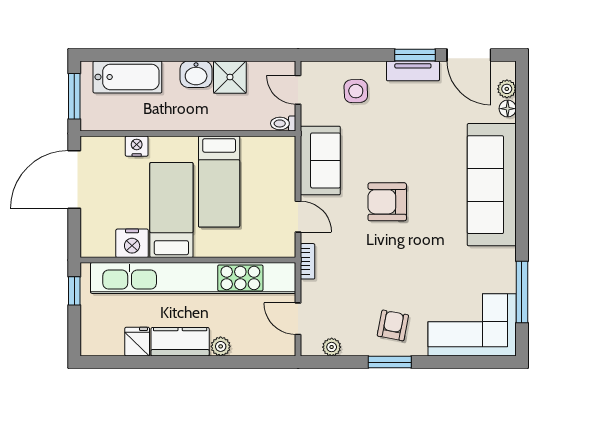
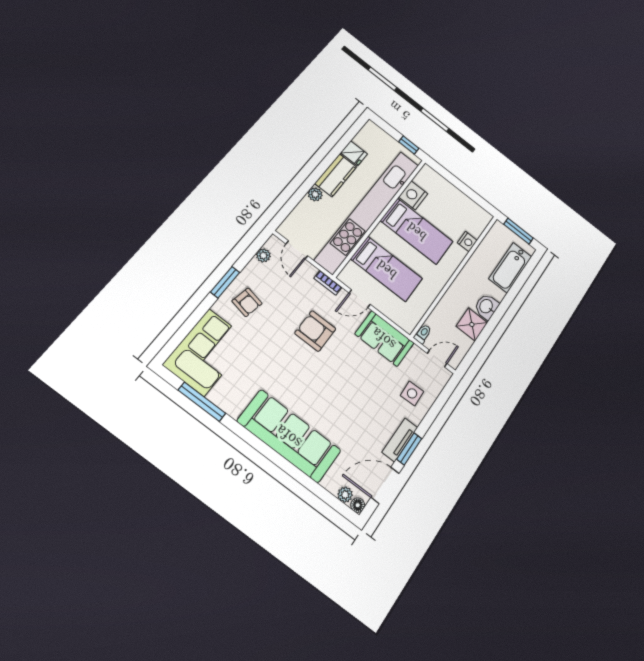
floor lamp: (508, 109) -> (358, 505), moved
door: (74, 180) -> (472, 194), removed
bed: (219, 182) -> (387, 269), moved, turned 180
armchair: (387, 202) -> (315, 331), moved, turned -90
door: (298, 319) -> (297, 250), swing flipped

